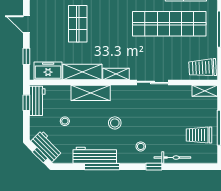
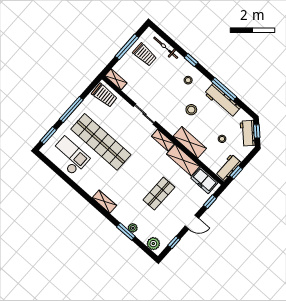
door: (26, 24) -> (192, 222), hinge flipped
bicycle: (172, 158) -> (166, 48), moved

